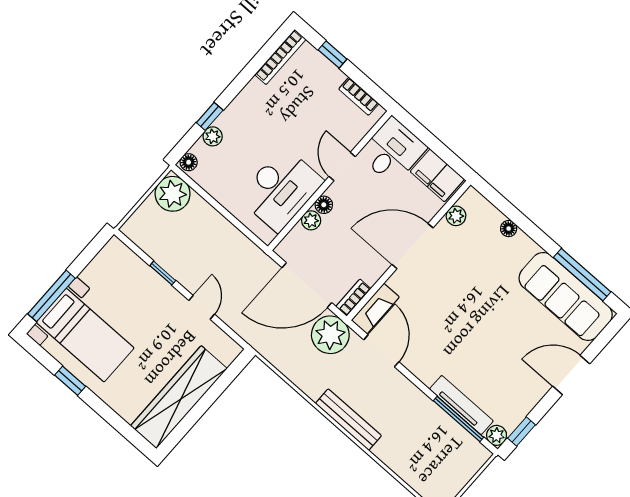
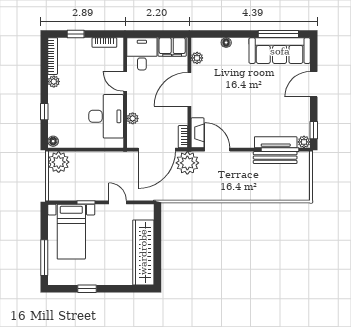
plant: (213, 136) -> (54, 82), moved
floor lamp: (324, 205) -> (132, 106), removed
bed with nightstands: (85, 335) -> (71, 232), moved, turned 90
bench: (348, 420) -> (275, 158), moved

